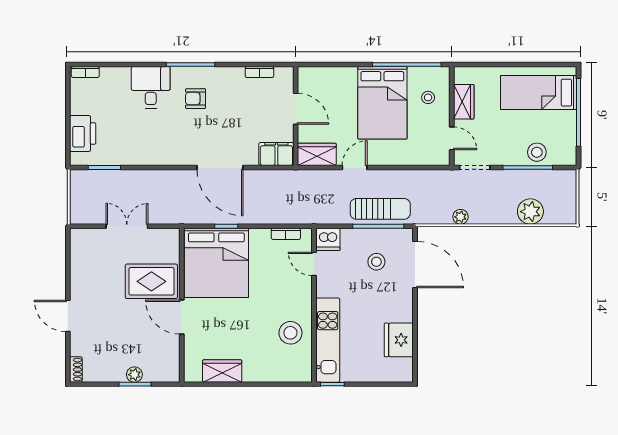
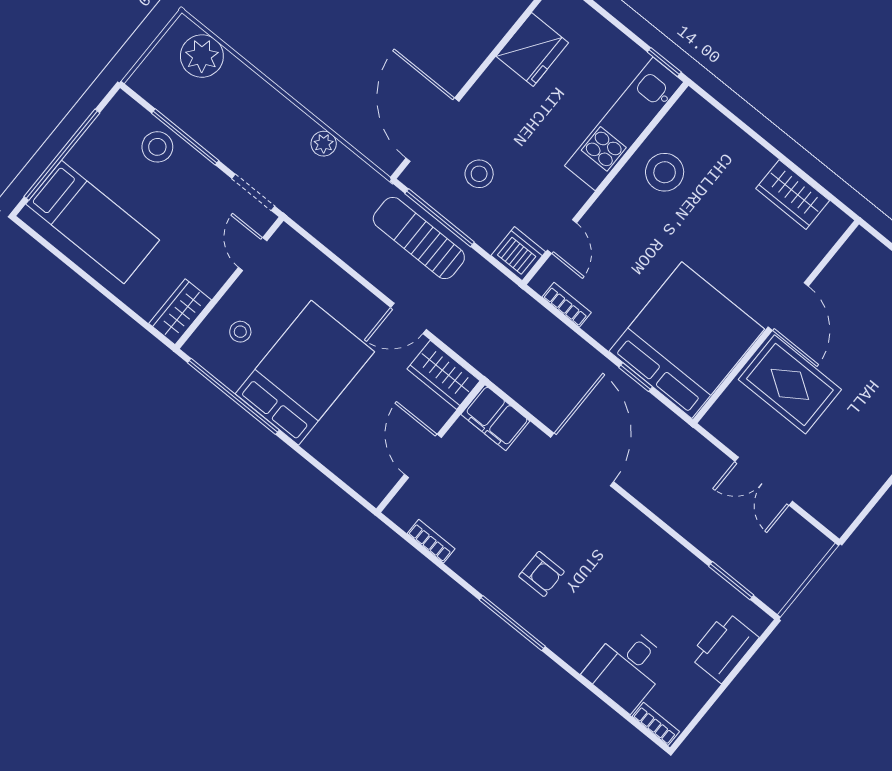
desk: (151, 87) -> (627, 668), moved
wardrobe: (464, 102) -> (180, 312), moved
plant: (530, 212) -> (202, 56), moved

